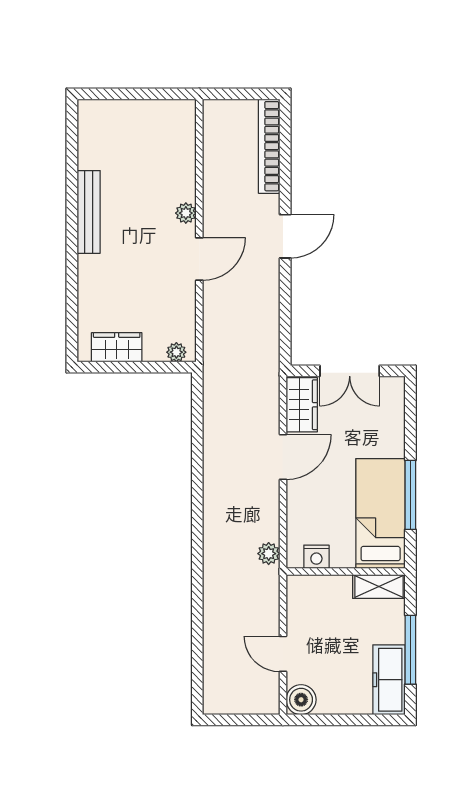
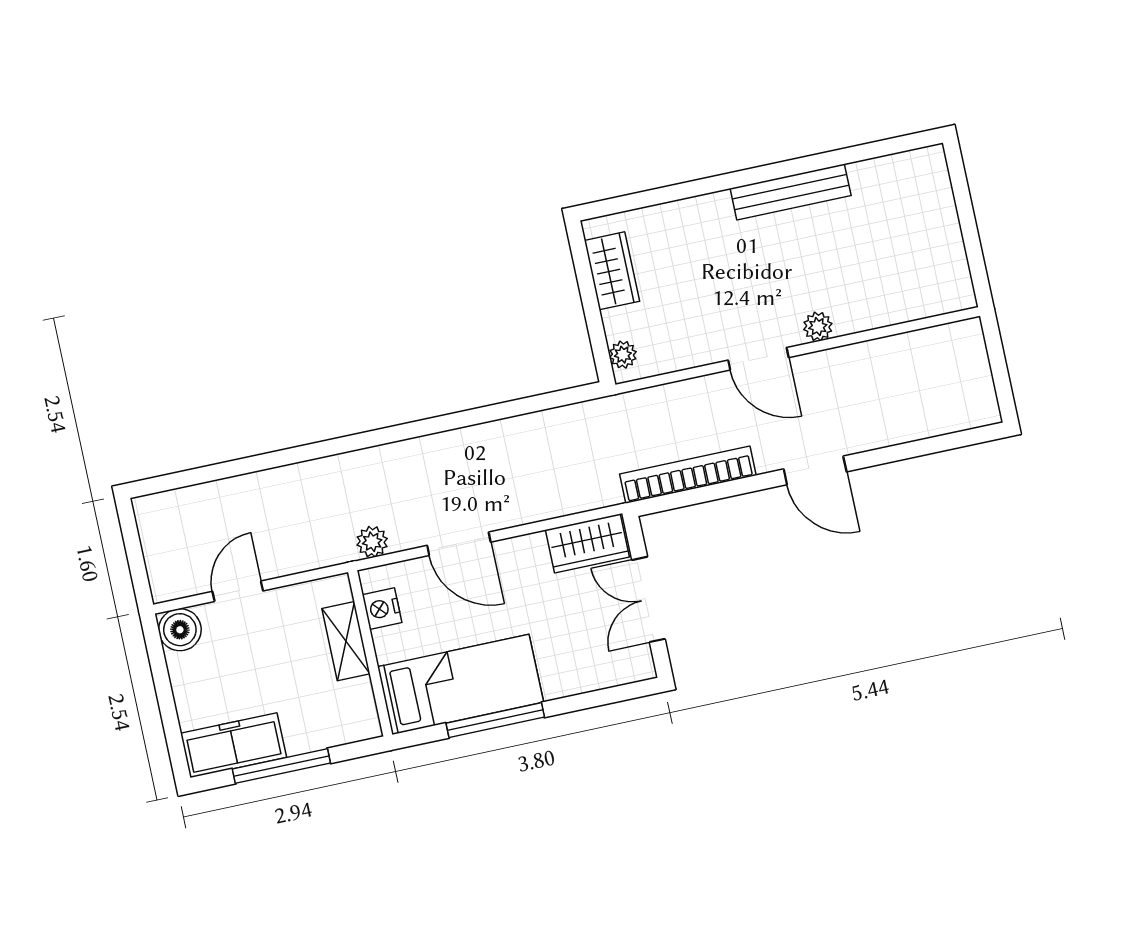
bookcase: (269, 146) -> (688, 475), moved
door: (283, 457) -> (459, 544), moved
shelving: (379, 586) -> (346, 641), moved

